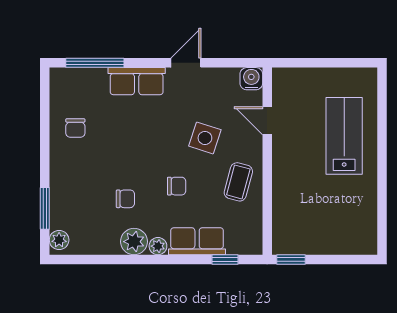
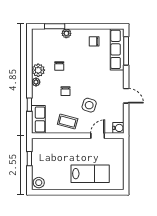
row of seats: (137, 81) -> (117, 49), moved, width x1.48
plant: (59, 240) -> (66, 33), moved
stool: (362, 240) -> (39, 183), added
row of seats: (197, 241) -> (38, 119), moved
window: (225, 260) -> (29, 105), moved
window: (291, 260) -> (29, 159), moved

